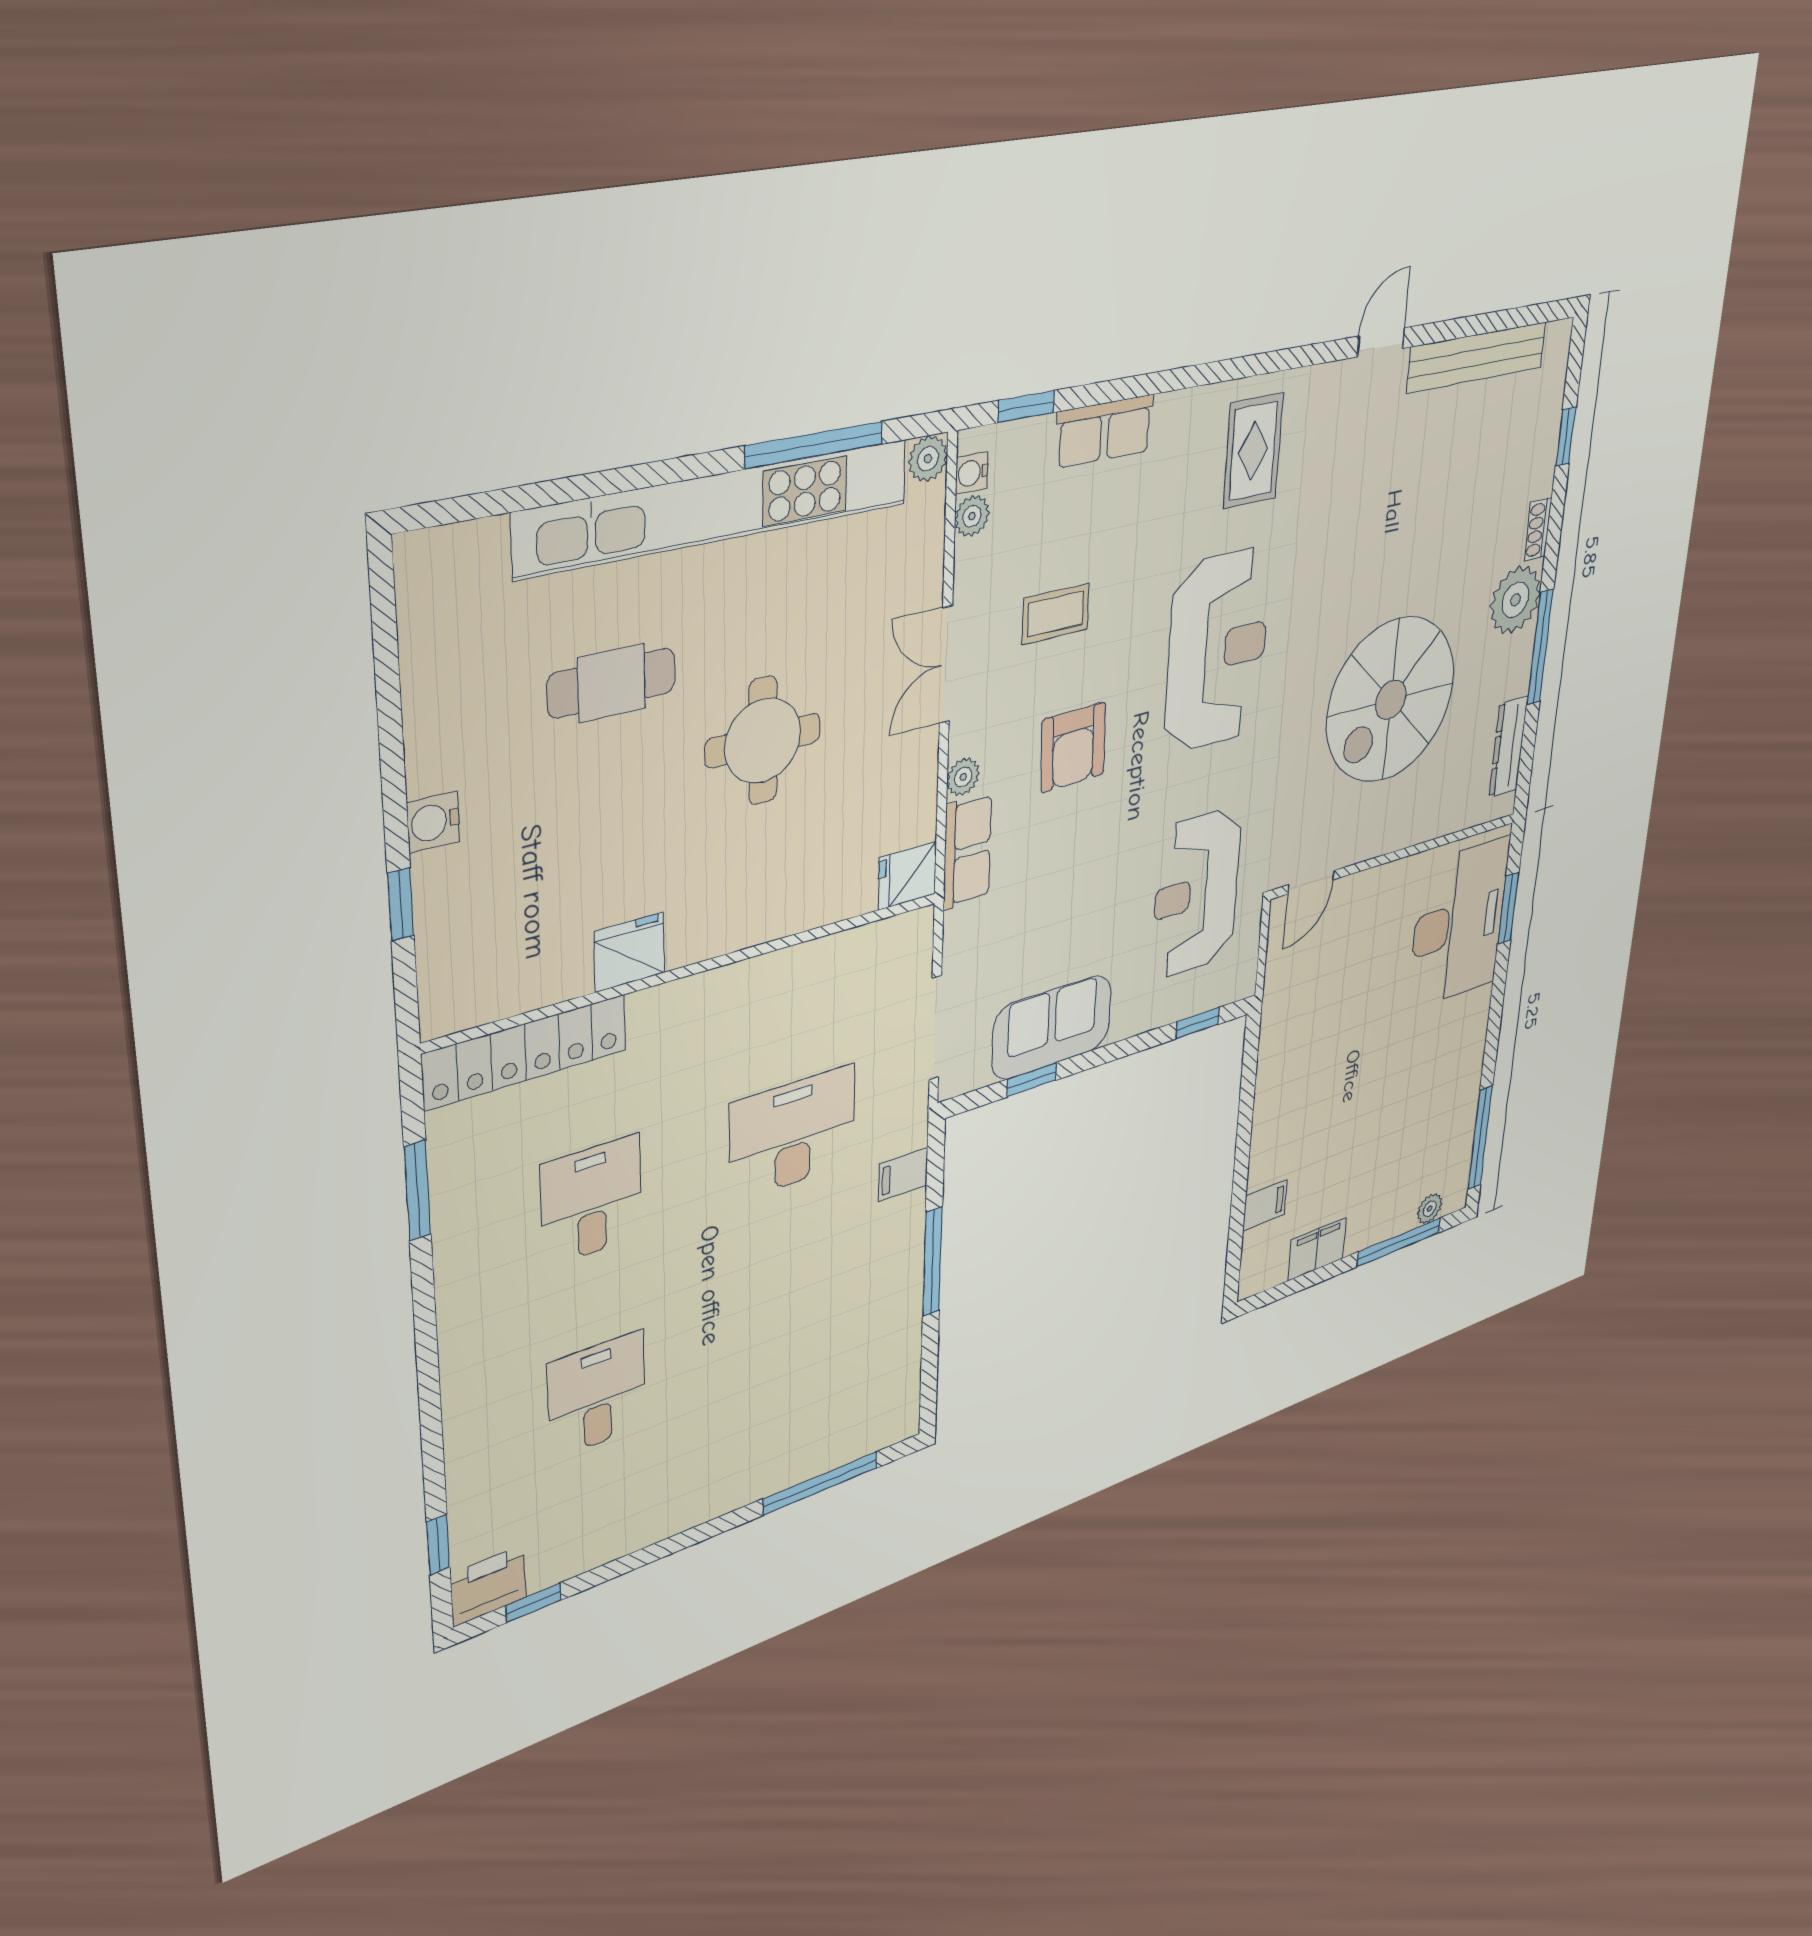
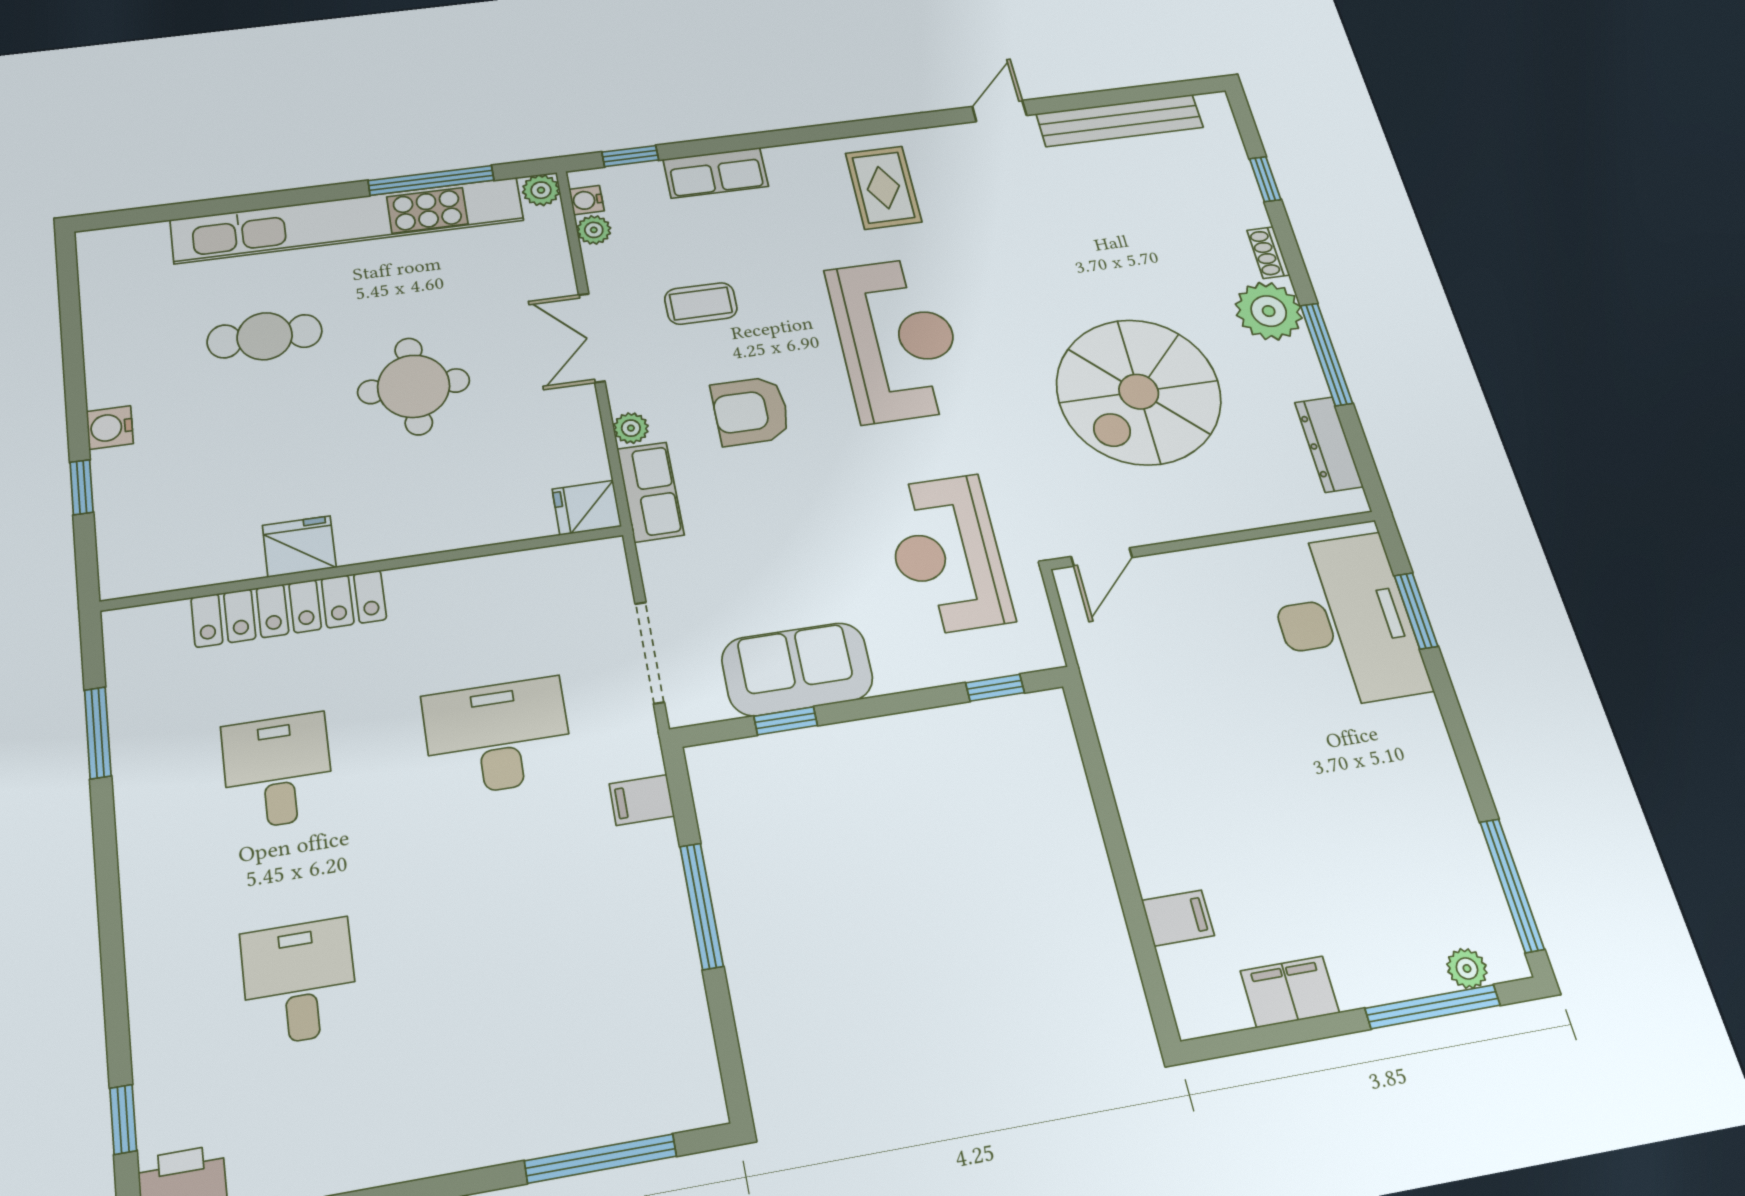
armchair: (1073, 747) -> (751, 411), turned 92
locker: (525, 1052) -> (289, 609), moved

